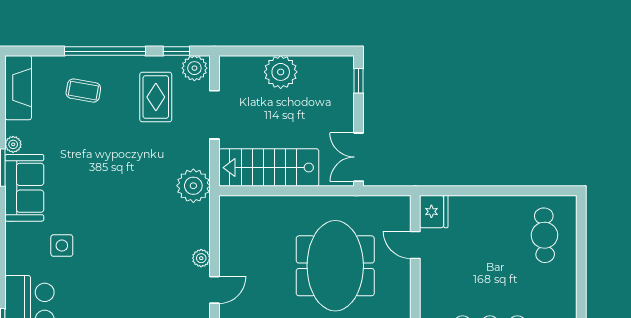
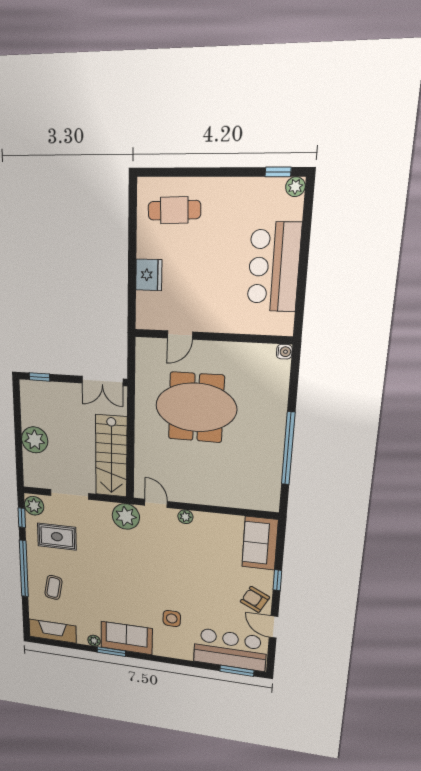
fridge: (434, 211) -> (149, 275), moved, turned 90
door: (214, 290) -> (156, 503), moved

